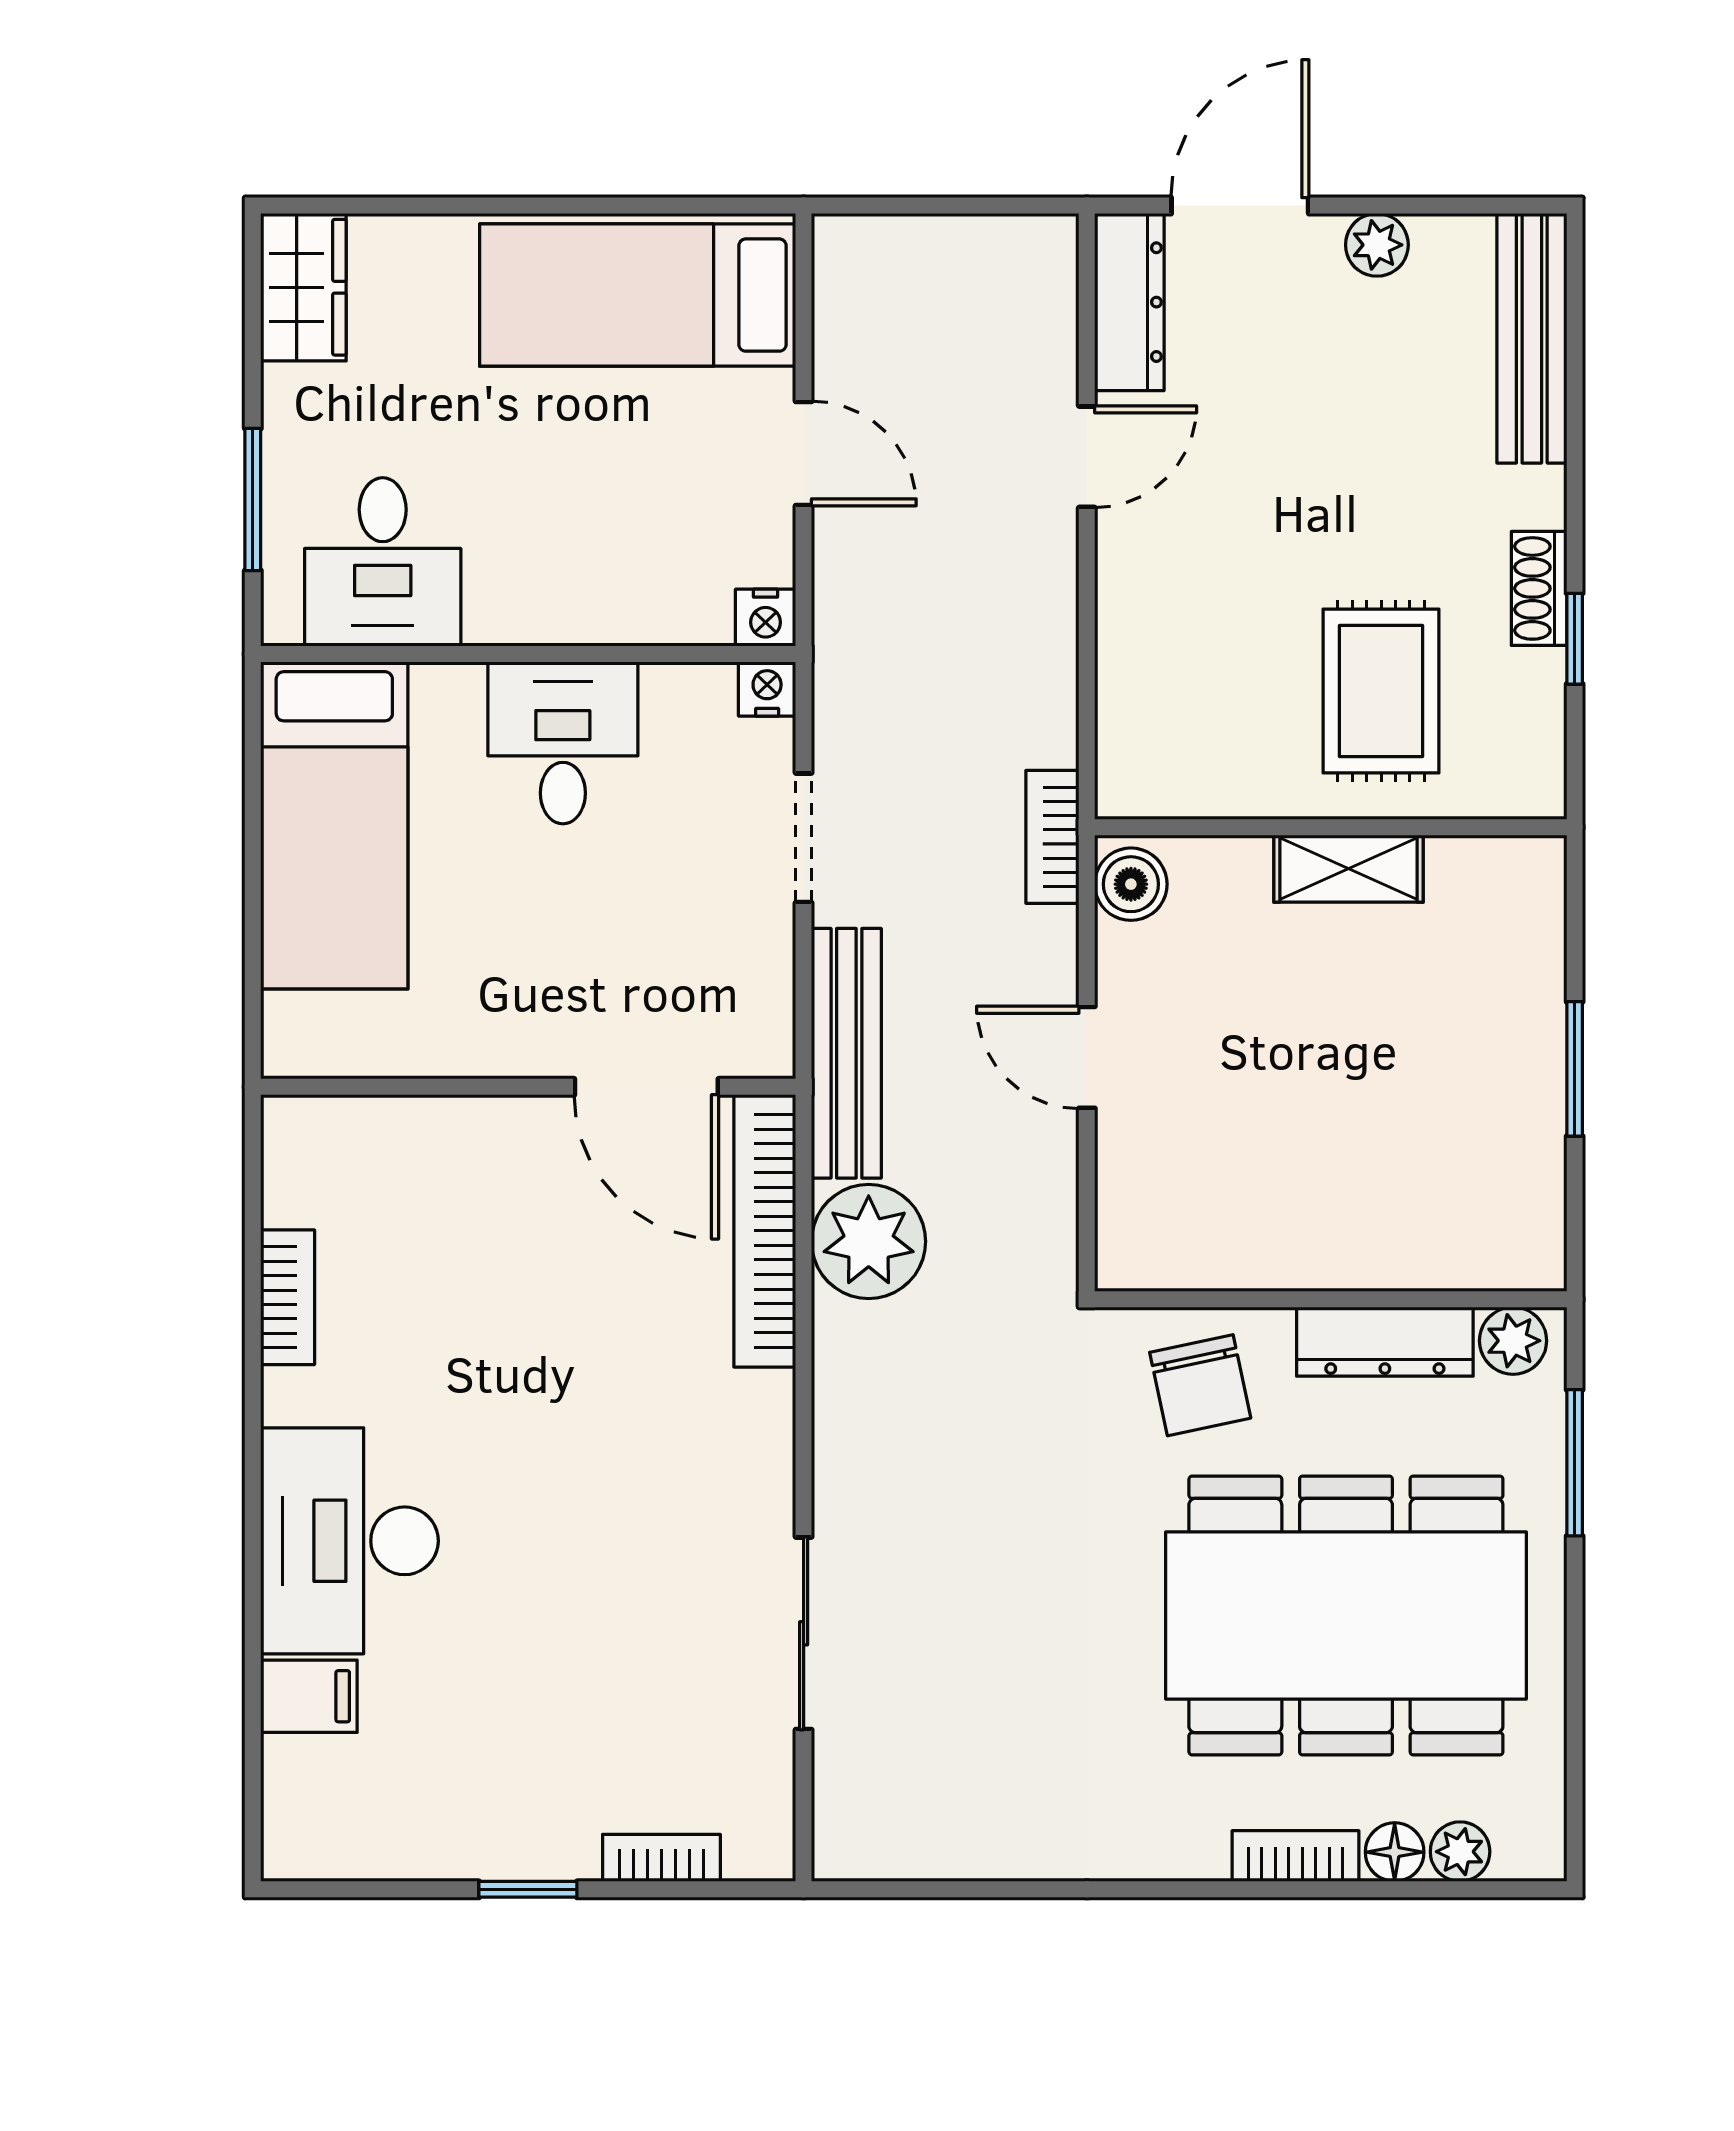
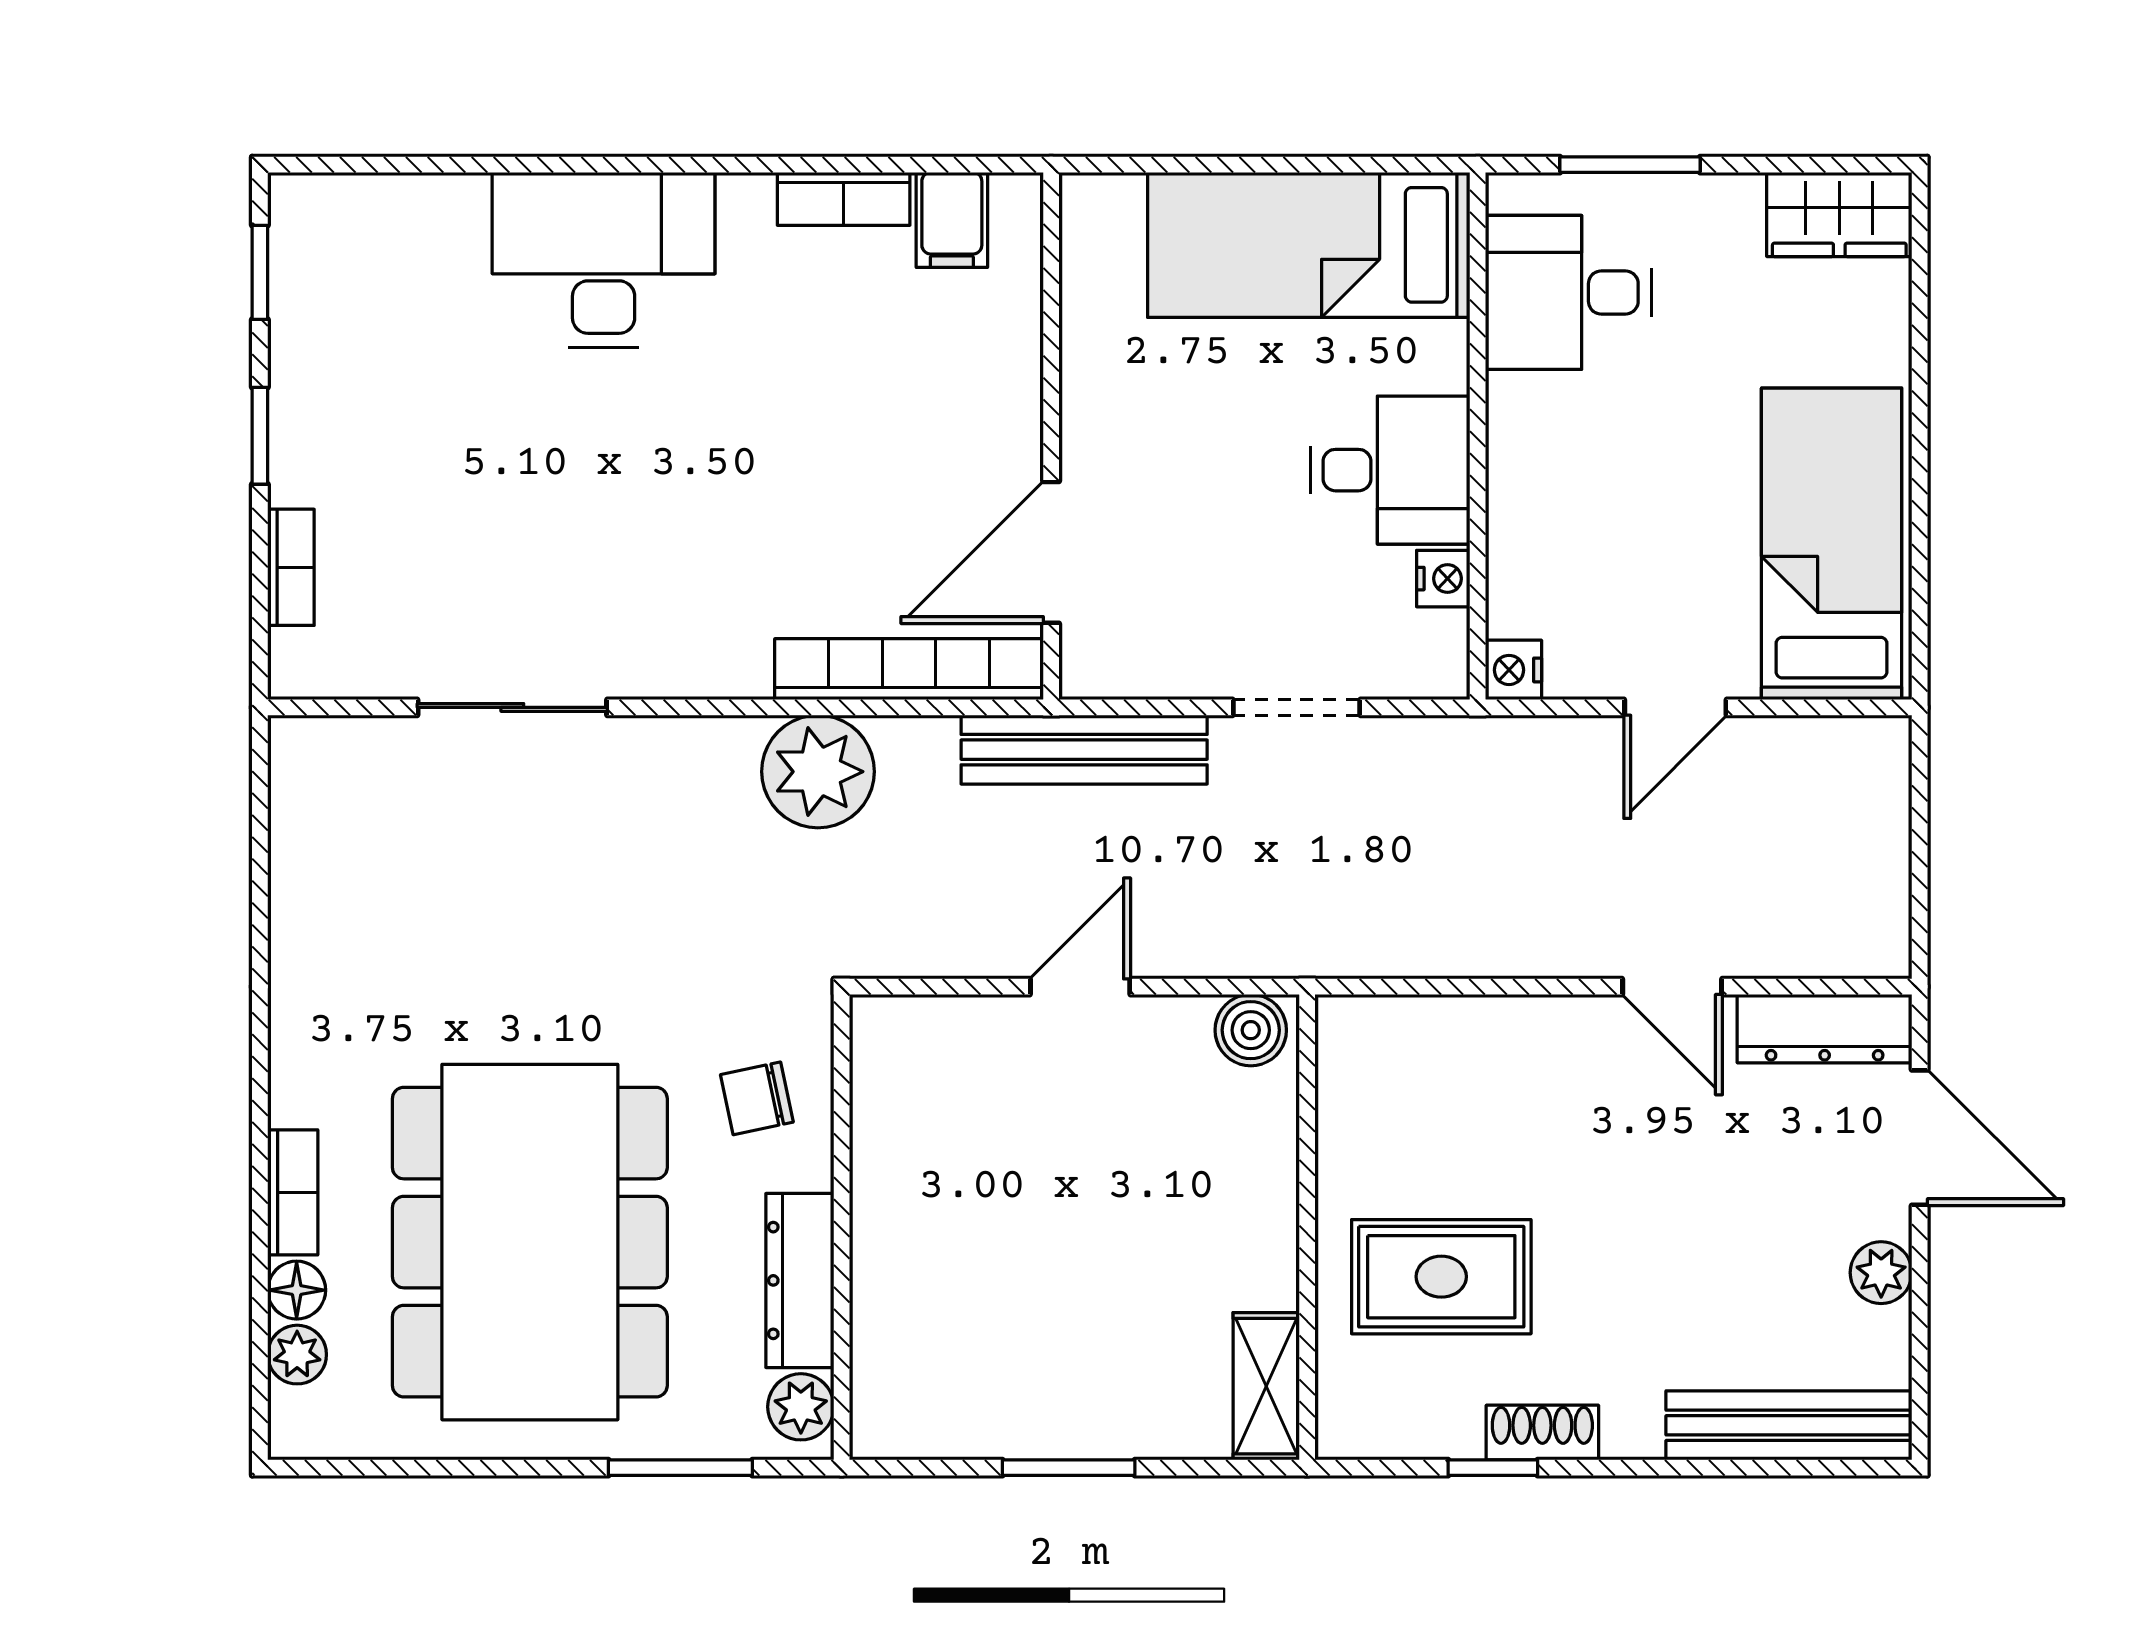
nightstand: (767, 689) -> (1443, 579), moved
bookcase: (1052, 837) -> (1297, 953), removed
shelving: (1349, 869) -> (1266, 1386), moved
plant: (869, 1241) -> (818, 772), moved
chair: (1200, 1385) -> (757, 1098), width x0.73, depth x0.73
filing cabinet: (309, 1696) -> (952, 220), moved
window: (362, 1889) -> (260, 272), added

